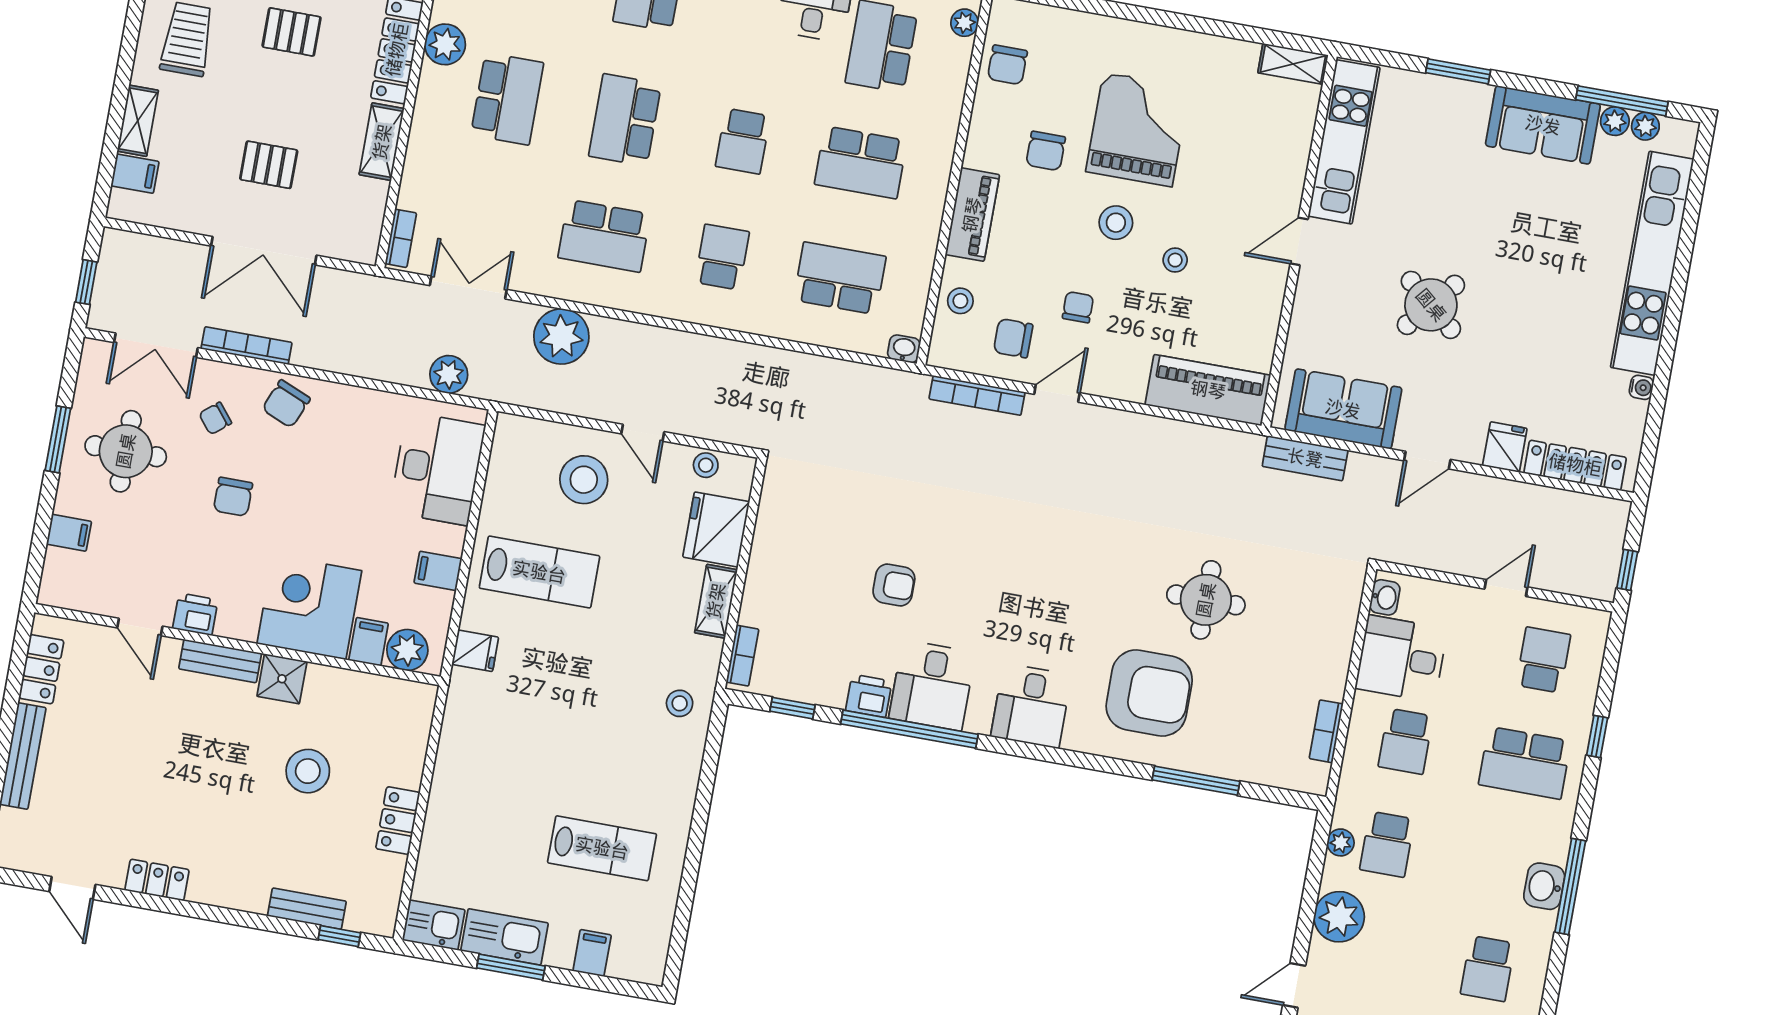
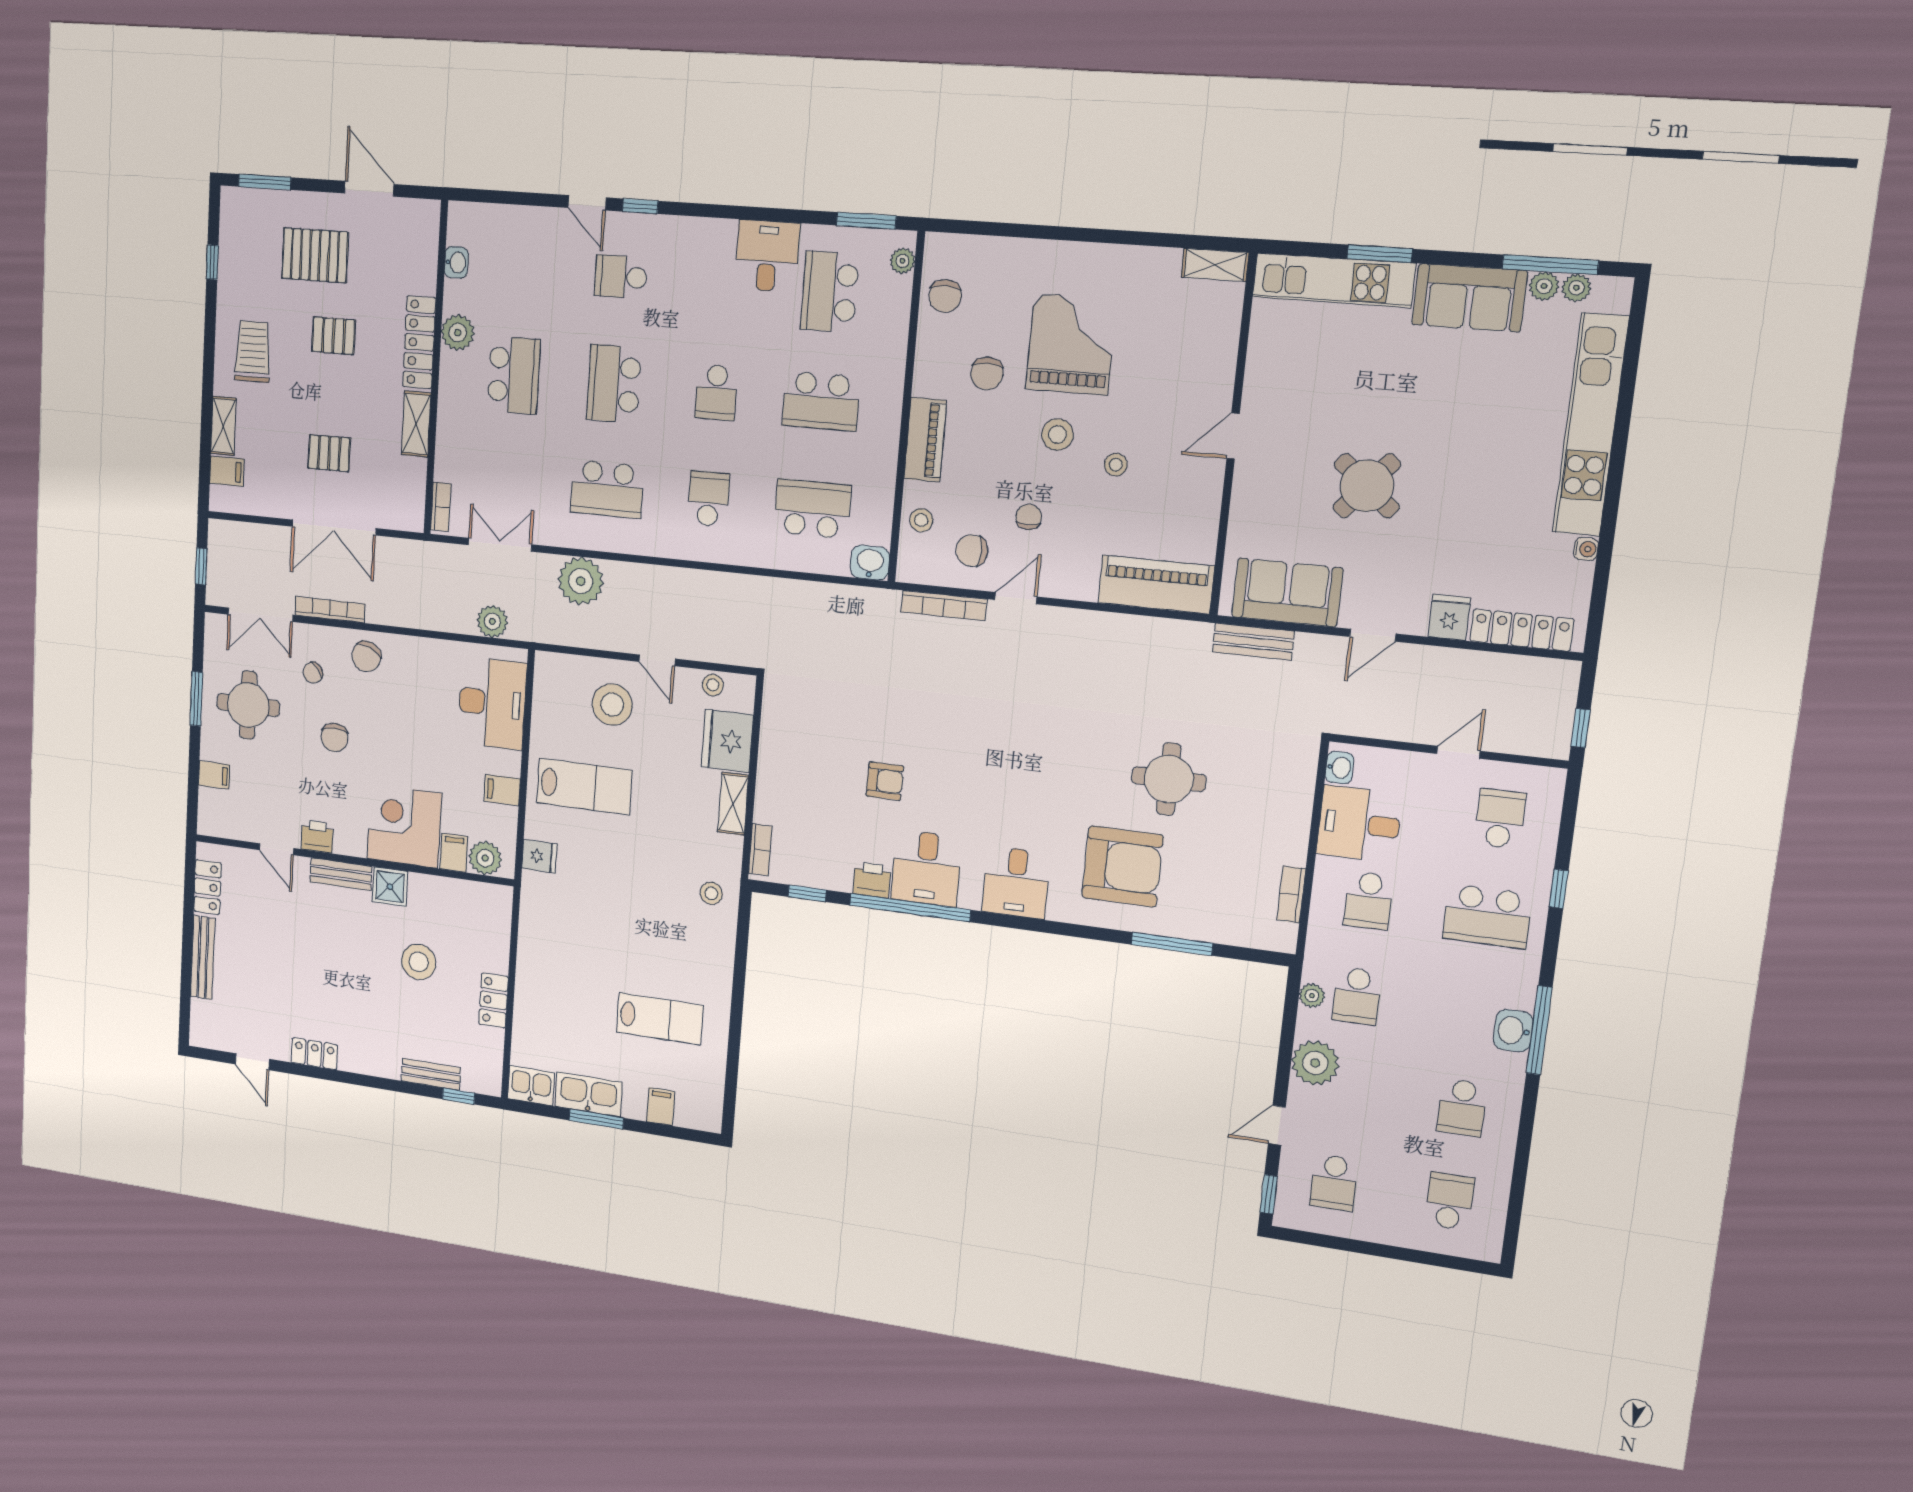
kitchen unit: (1344, 142) -> (1334, 280), moved, turned 90
washbasin: (904, 349) -> (870, 563), width x1.38, depth x1.45

